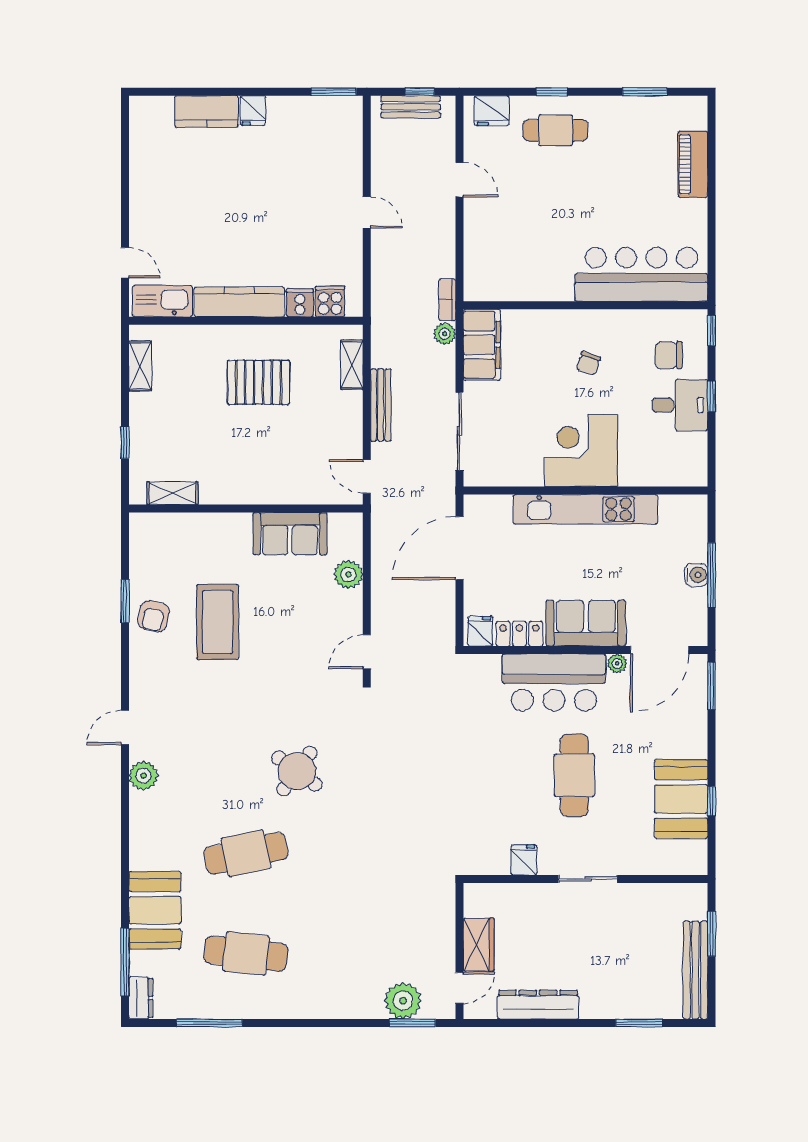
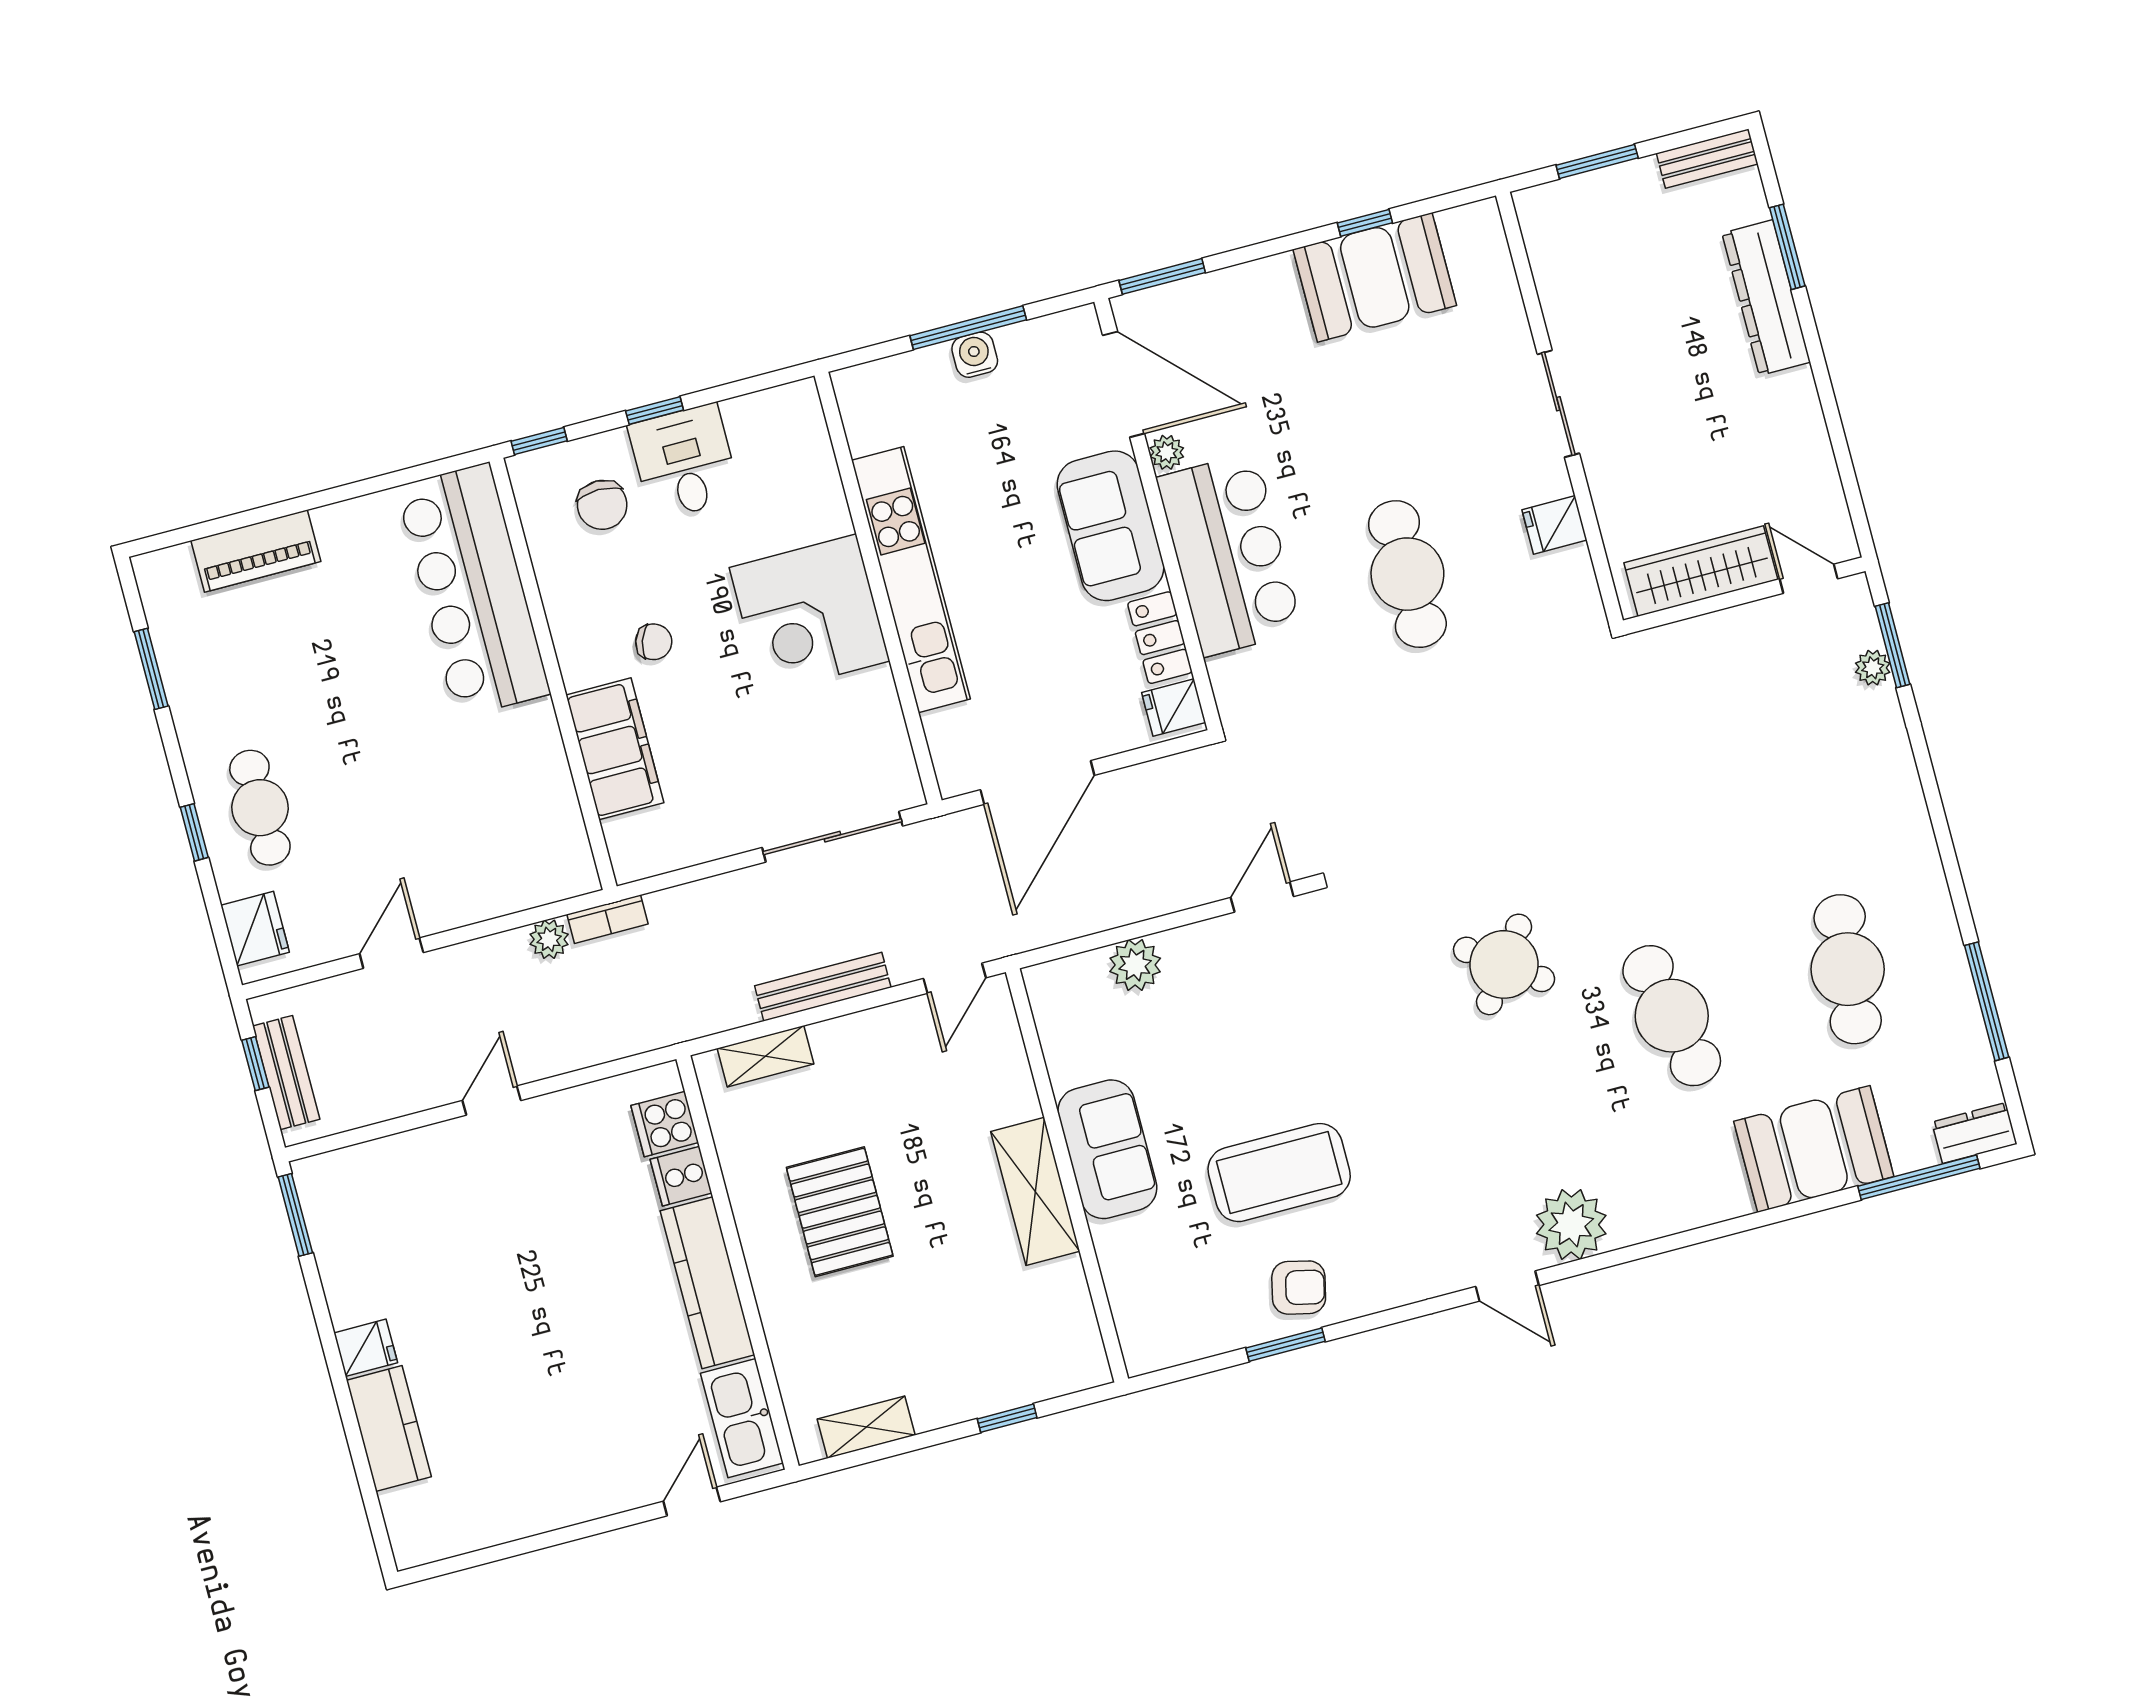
plant: (445, 334) -> (549, 939), moved
filing cabinet: (482, 345) -> (615, 749), moved, turned 90
shelving: (173, 493) -> (1035, 1191), moved, width x1.50, depth x1.33
sofa: (290, 534) -> (1107, 1149), moved
door: (459, 548) -> (1037, 783), hinge flipped
door: (367, 652) -> (1262, 897), swing flipped
cafe table: (574, 775) -> (1407, 574), moved, turned 90
plant: (143, 776) -> (1571, 1225), width x1.36, depth x1.36
wardrobe: (479, 945) -> (1701, 571), width x1.50
bench: (695, 970) -> (1707, 159), width x0.54, depth x0.82
plant: (403, 1001) -> (1873, 668), width x0.53, depth x0.53
dresser: (538, 1005) -> (1766, 298), moved

